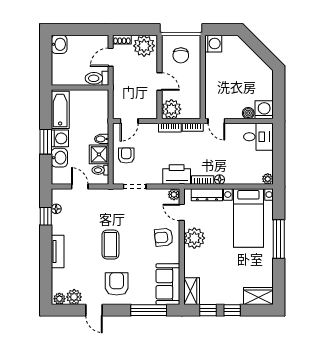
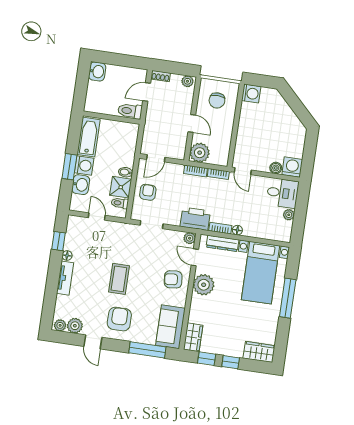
plant: (144, 46) -> (187, 81), width x0.53, depth x0.53
plant: (268, 179) -> (289, 215), moved
floor lamp: (56, 209) -> (67, 255), moved

